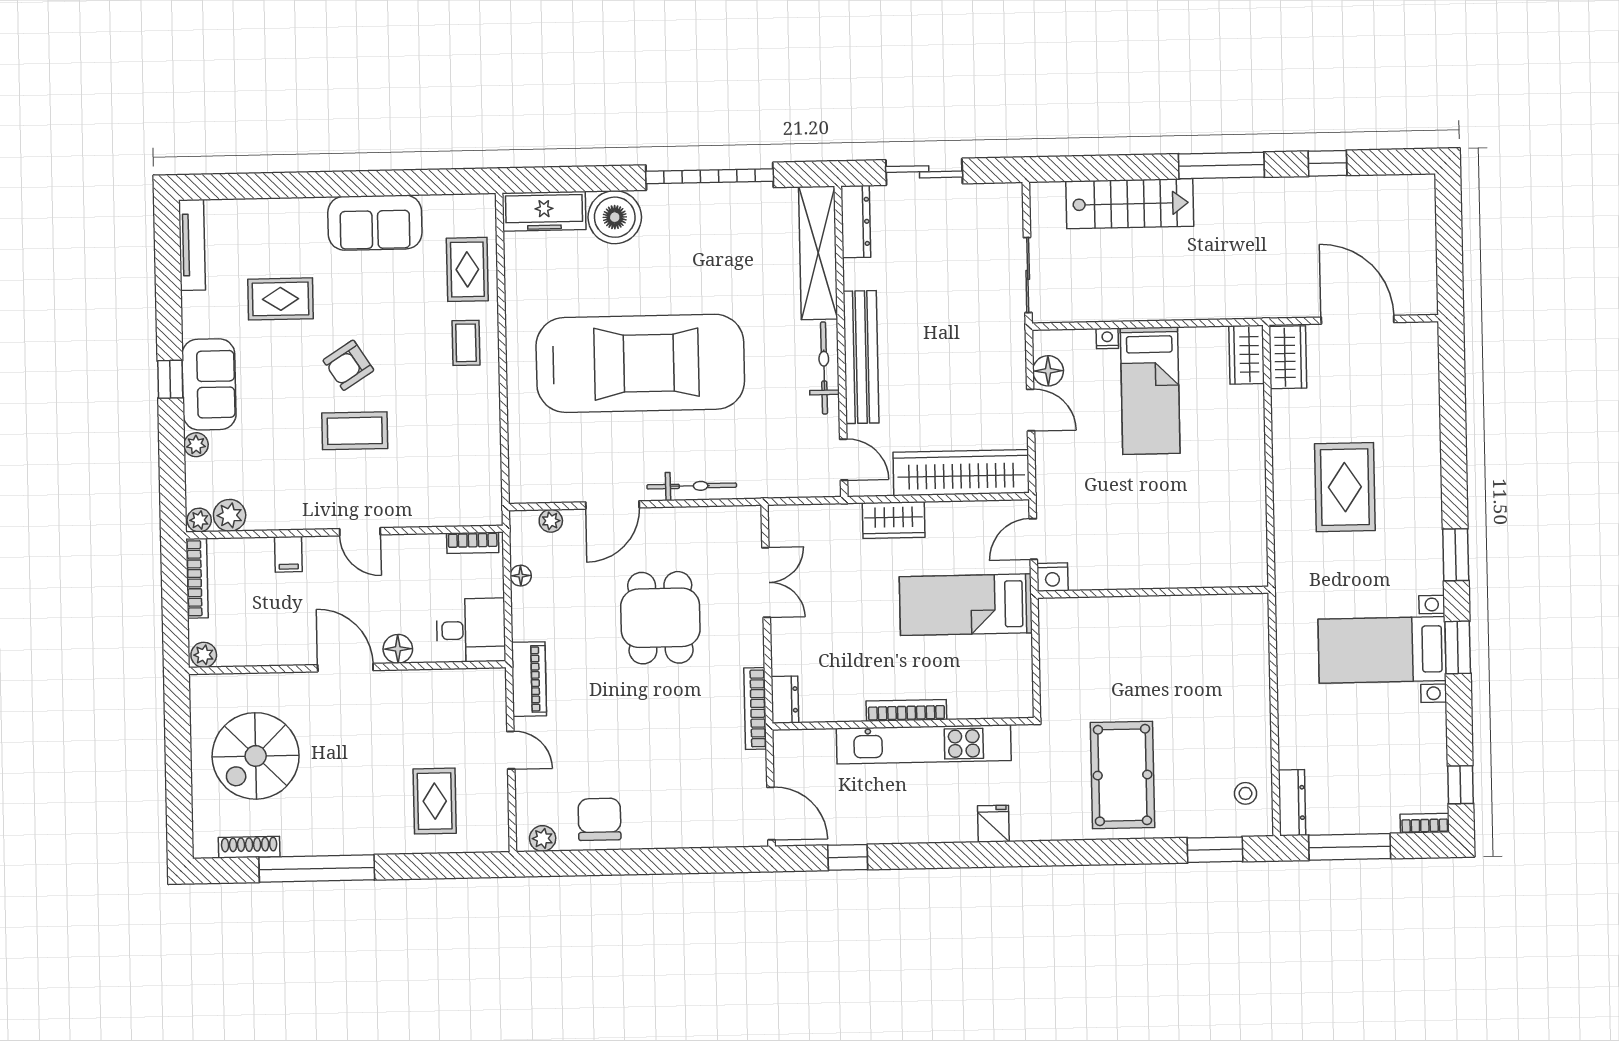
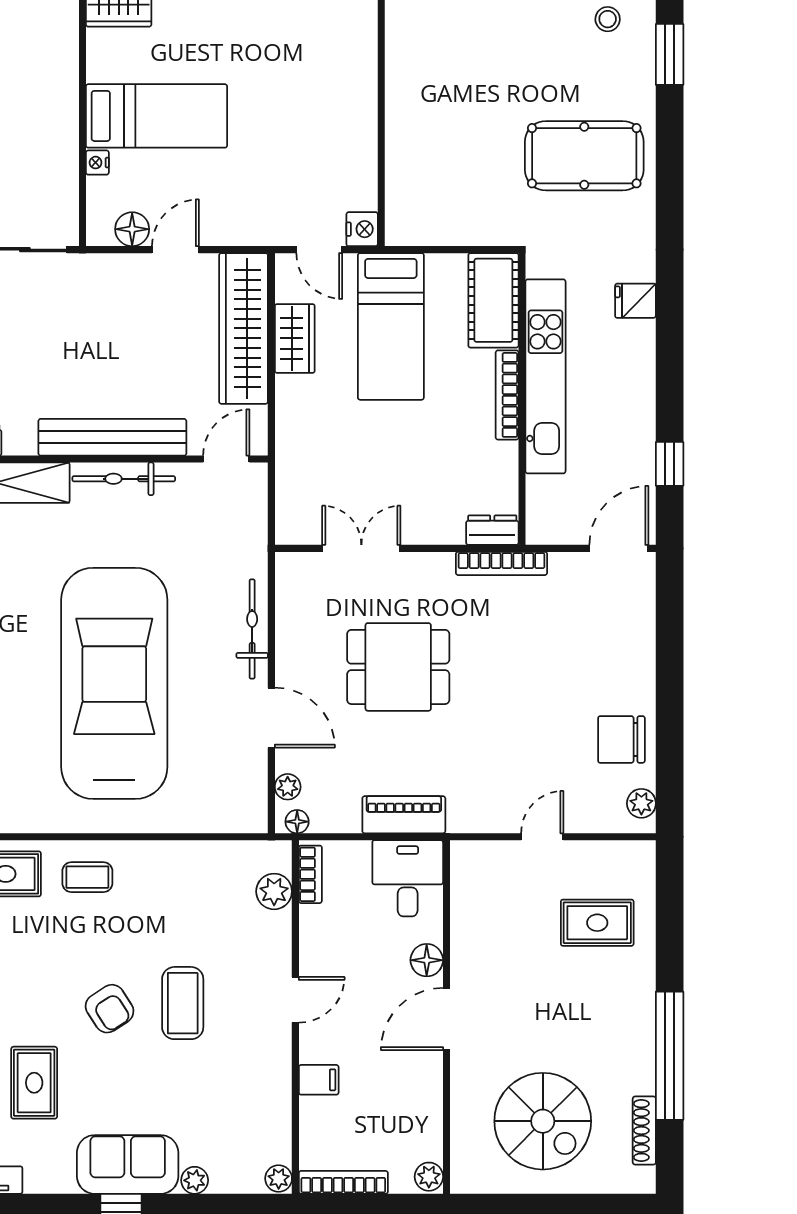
plant: (230, 515) -> (274, 891), moved
wardrobe: (894, 520) -> (295, 338), moved
floor lamp: (521, 576) -> (297, 822), moved
piano: (529, 679) -> (404, 815), moved
cot: (991, 696) -> (493, 300), added

